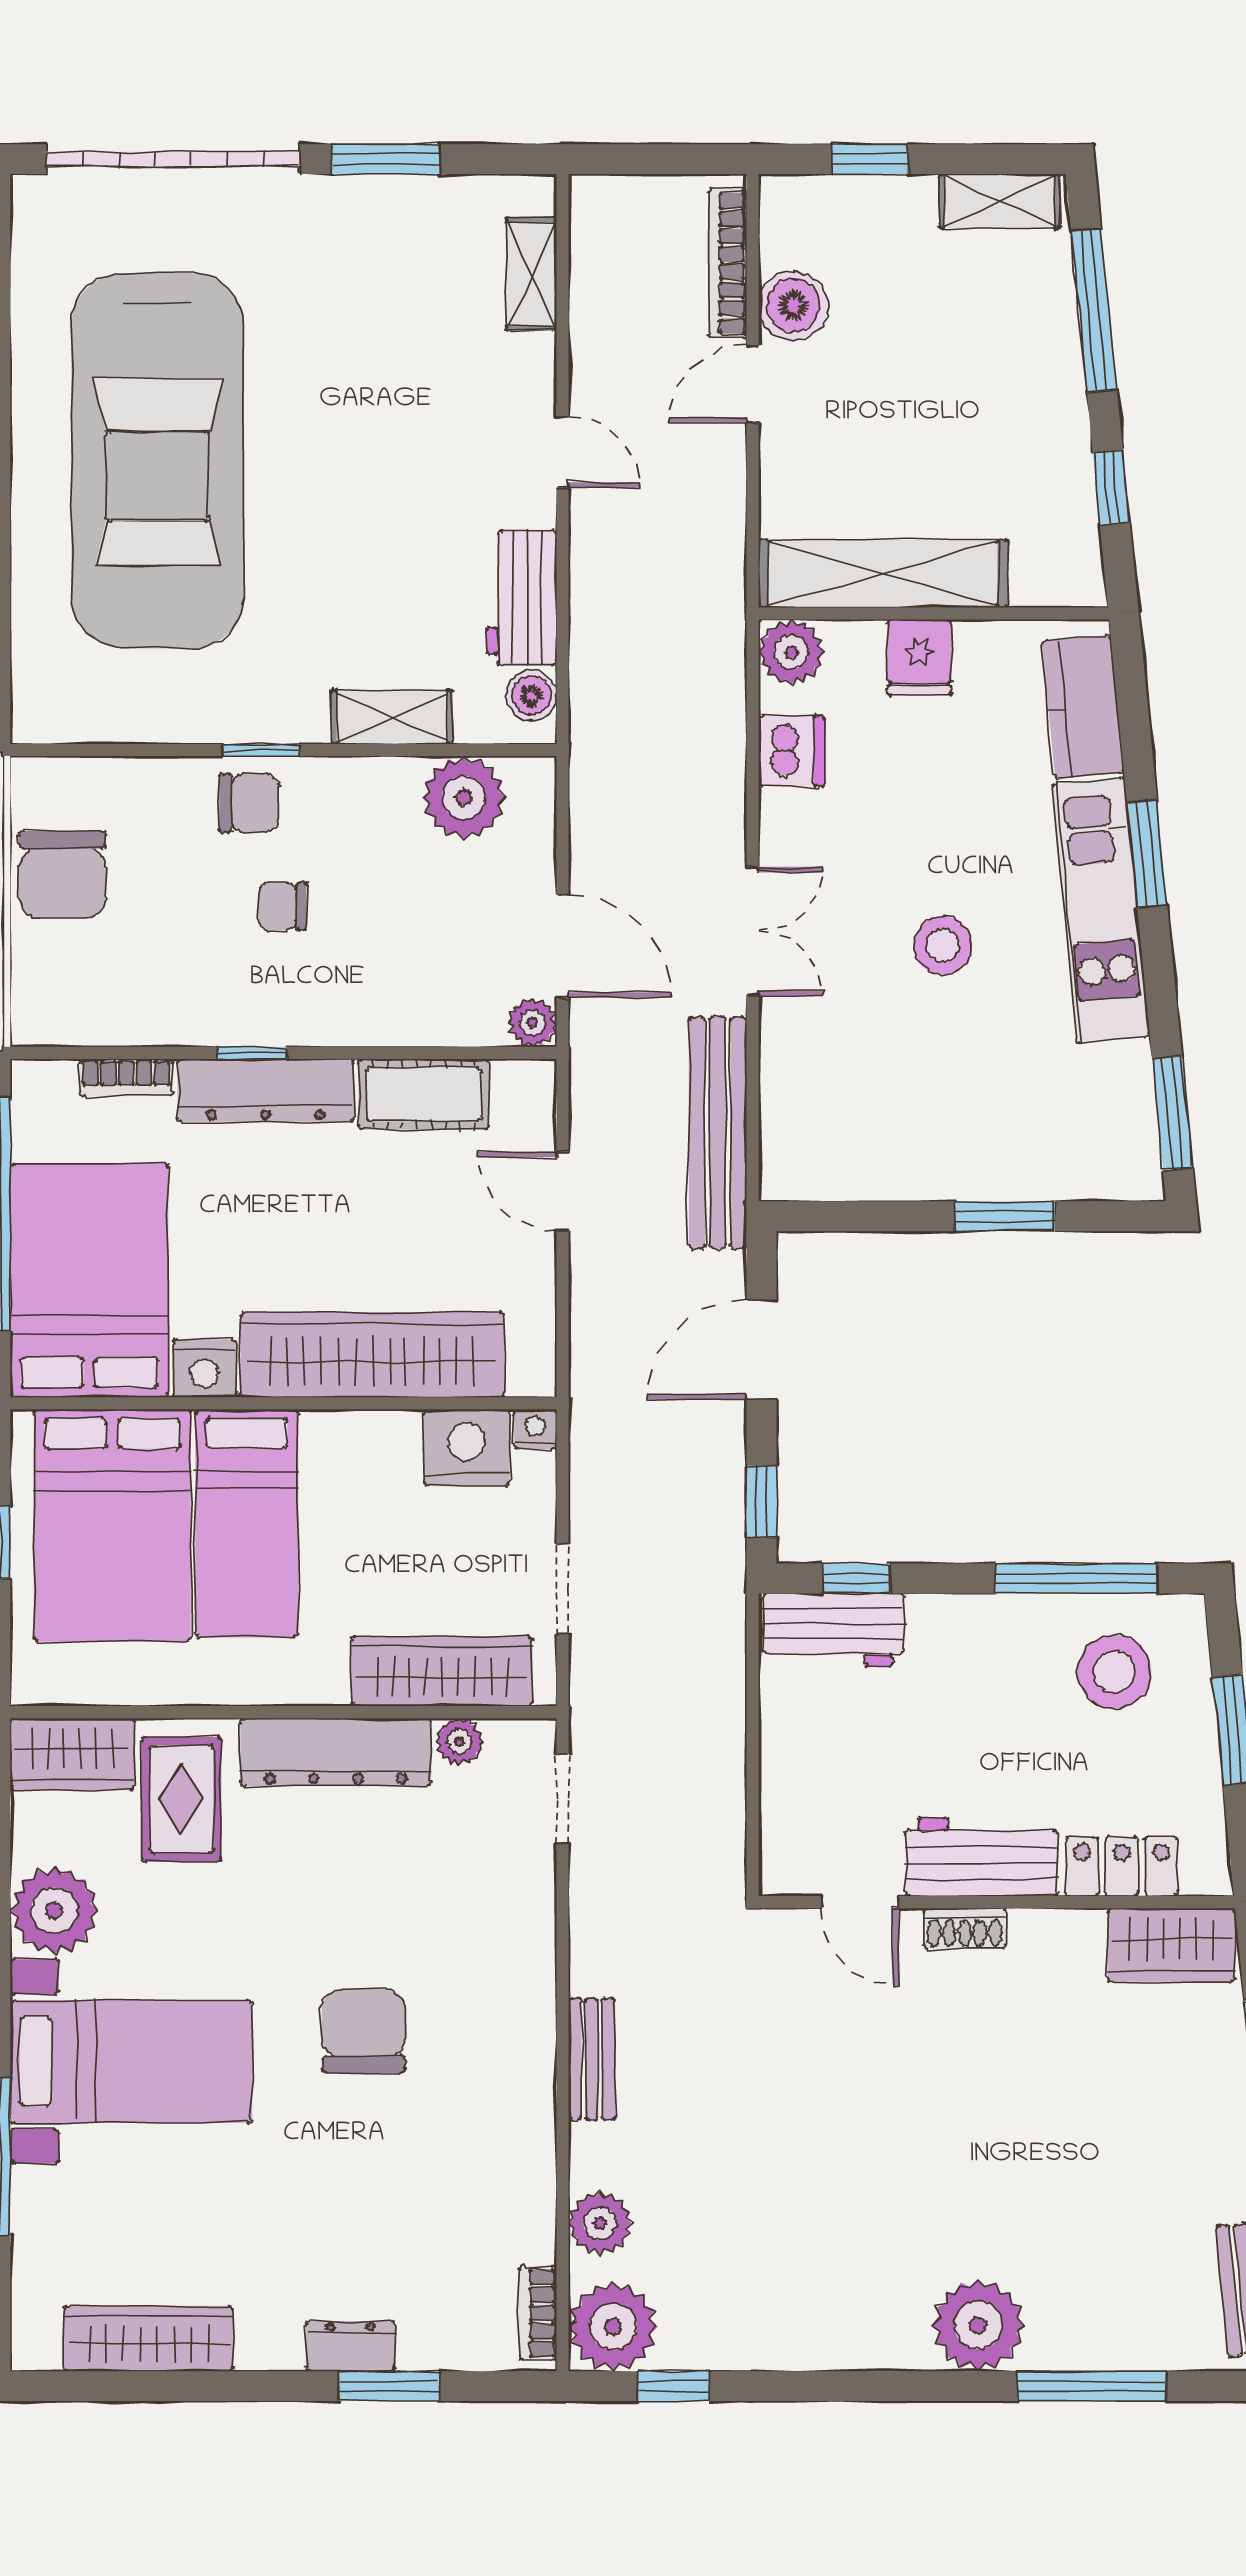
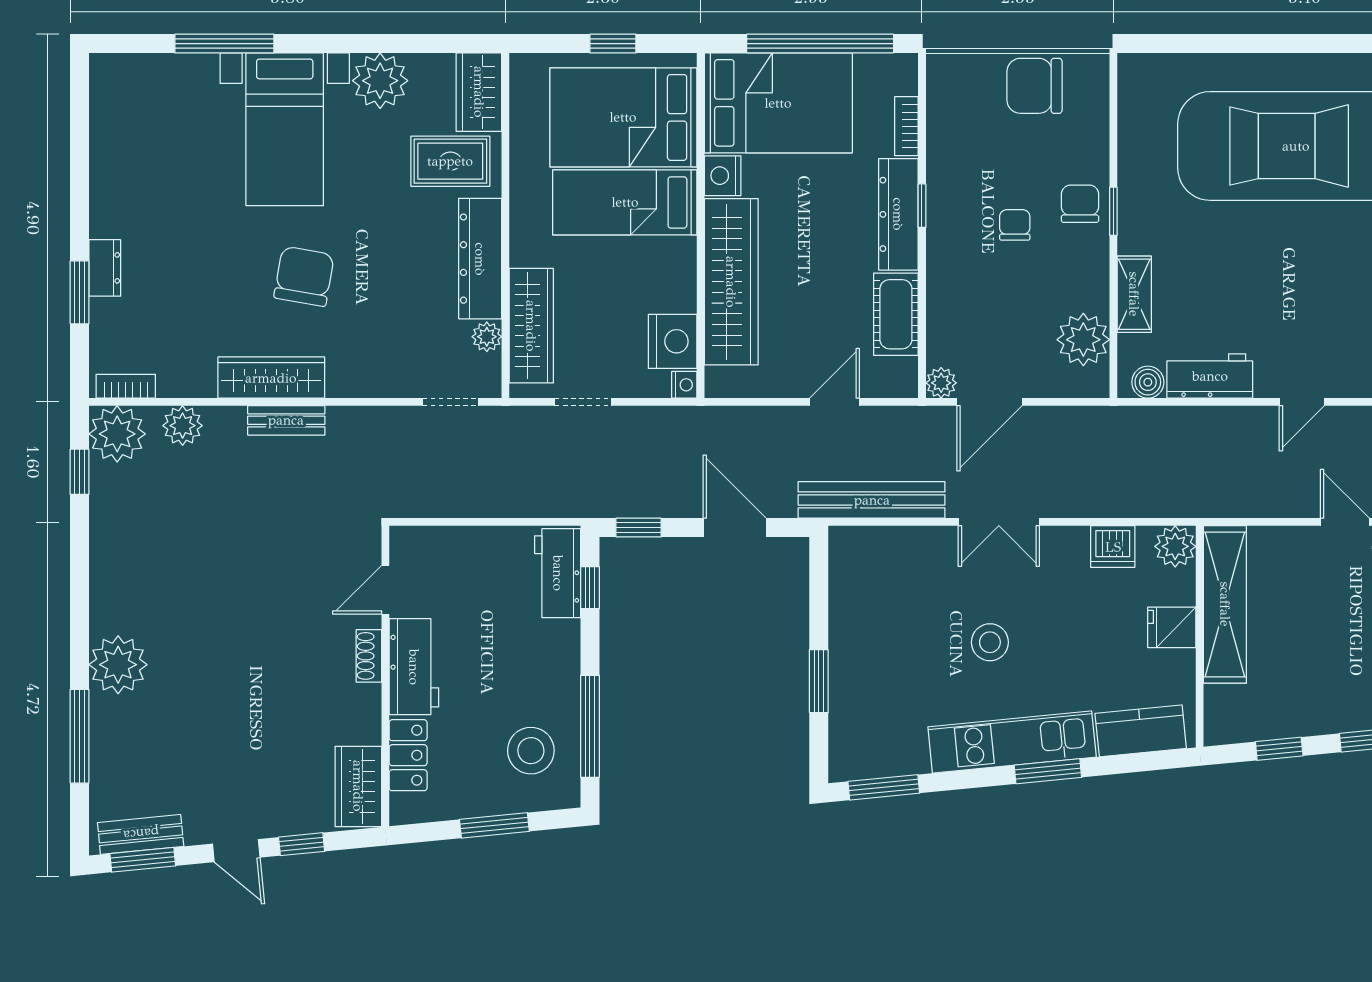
chair: (249, 803) -> (1080, 204), turned 180
chair: (364, 2031) -> (304, 276), turned -80
wardrobe: (149, 2339) -> (271, 378), moved, turned -90

